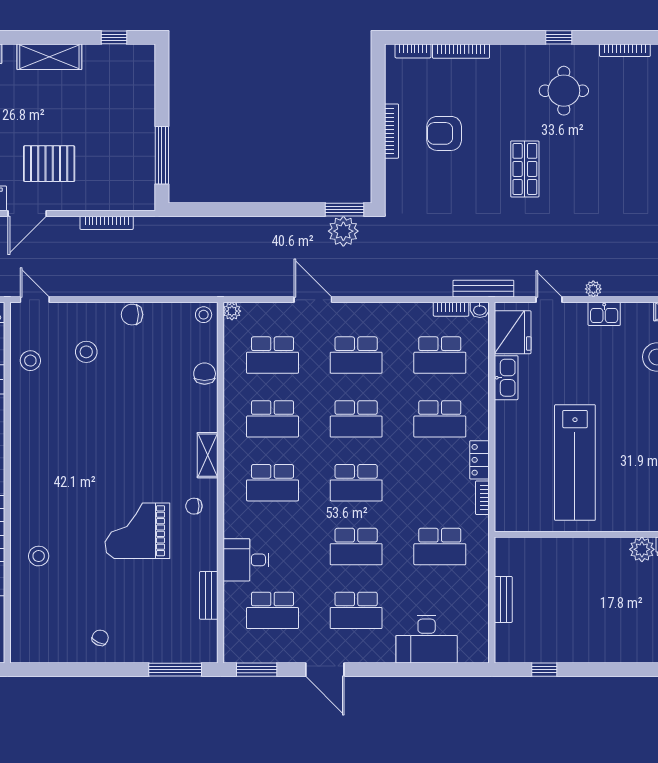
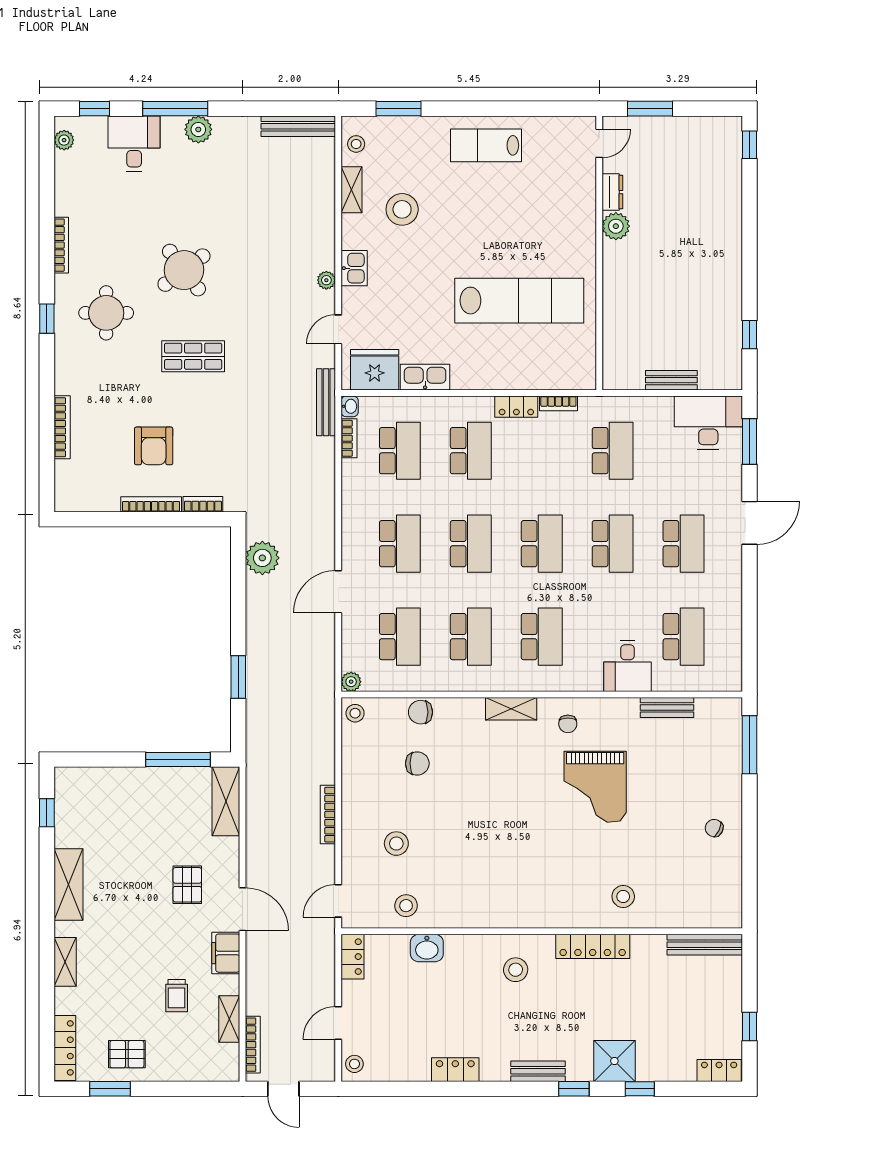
bookcase: (413, 51) -> (203, 504), moved, turned -90
round table: (602, 161) -> (184, 270), added
pallet: (49, 164) -> (187, 885), width x0.67, depth x0.71
shelving: (124, 198) -> (226, 801), added
window: (345, 210) -> (238, 677), moved
bookcase: (107, 223) -> (328, 815), moved, turned 180
chair: (132, 315) -> (417, 763), moved, turned -90
desk: (427, 639) -> (708, 422), moved, turned -90
window: (257, 670) -> (749, 441), moved
door: (325, 670) -> (749, 523), moved

